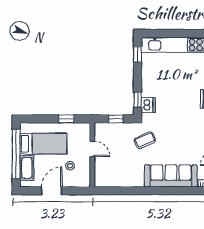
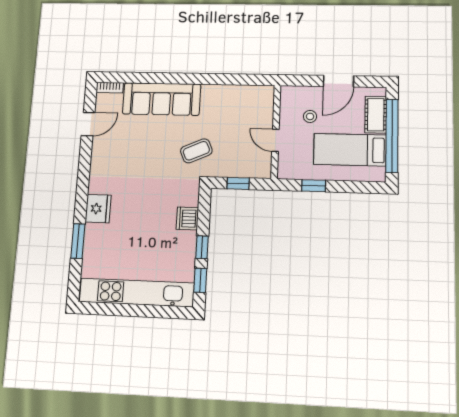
window: (138, 100) -> (202, 247), moved
dishwasher: (148, 105) -> (187, 218), moved

